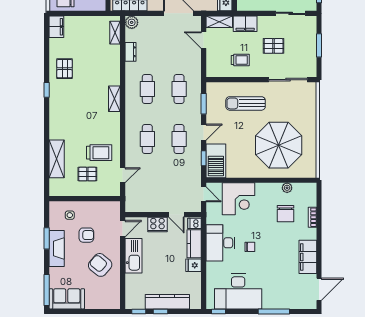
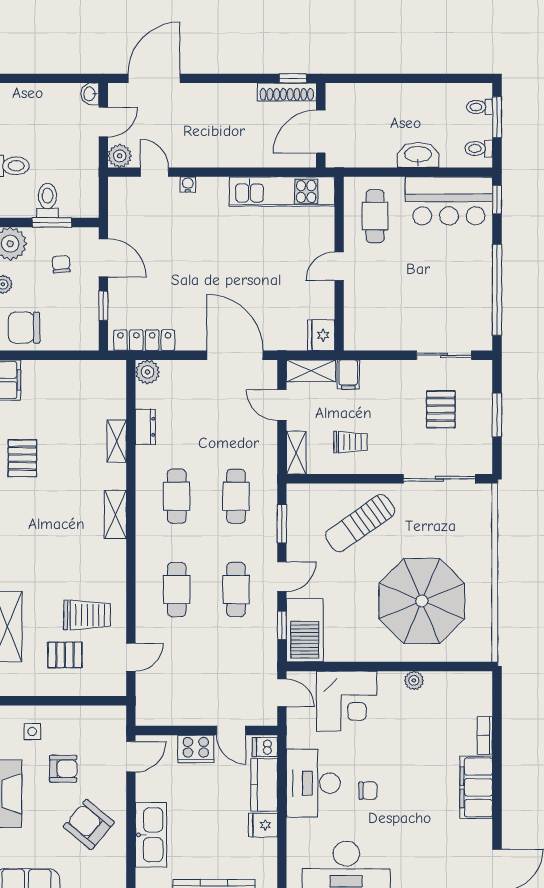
filing cabinet: (245, 24) -> (348, 374), width x0.50
shelving: (115, 33) -> (117, 441), moved
pallet: (274, 46) -> (441, 409), moved, turned 90
shelving: (211, 66) -> (296, 453), added
sun lounger: (246, 103) -> (360, 523), turned -35
plant: (287, 188) -> (414, 680), moved
chair: (285, 214) -> (435, 729), removed
kitchen sink: (133, 256) -> (151, 835), moved
filing cabinet: (308, 257) -> (476, 787), moved

